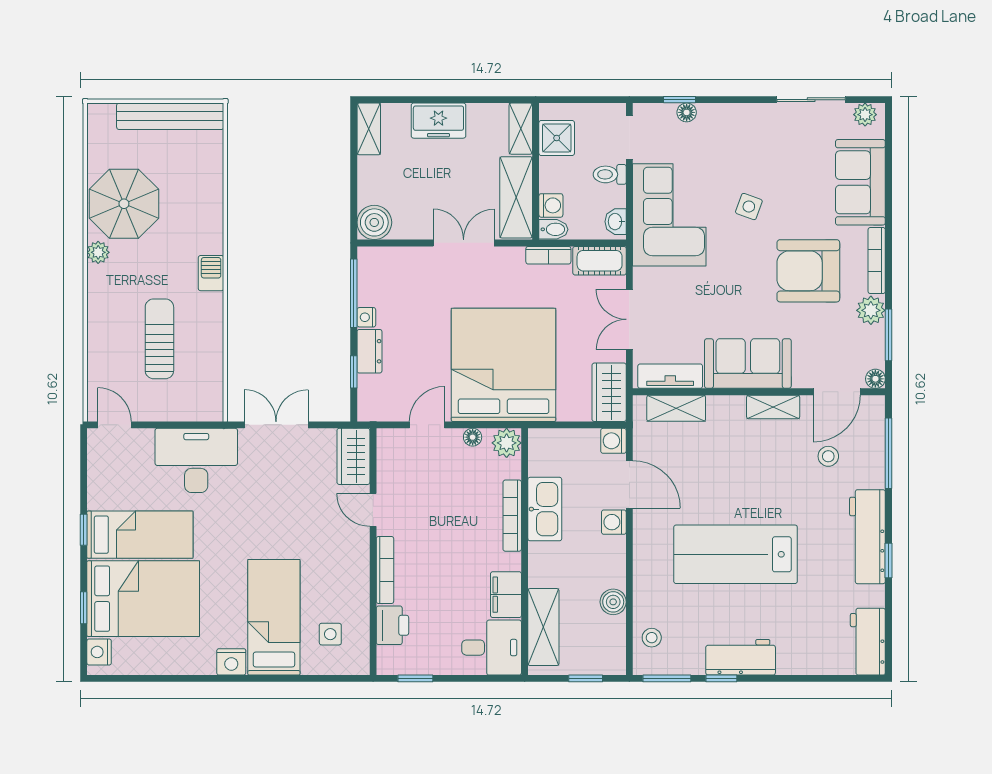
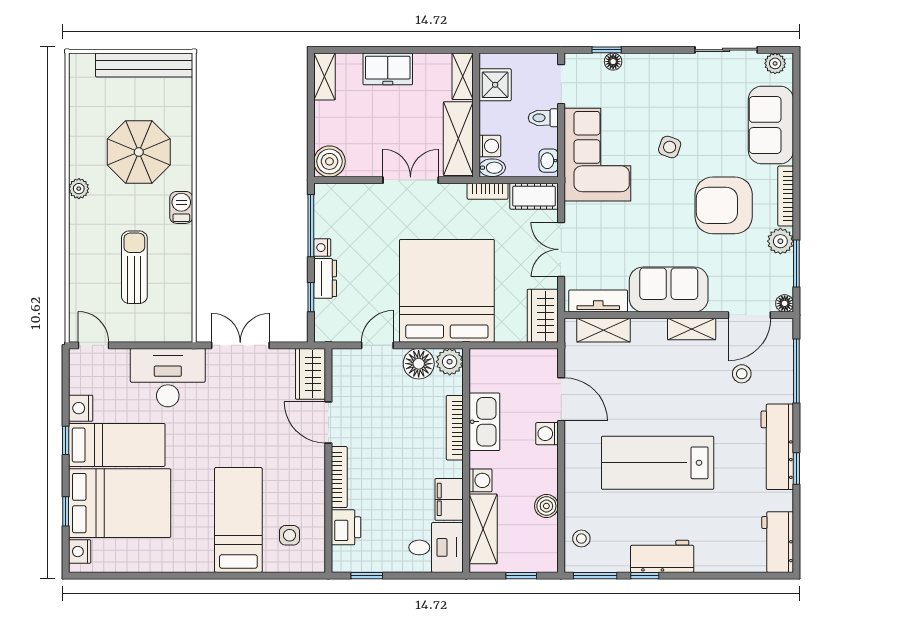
parasol: (124, 204) -> (139, 152), moved
floor lamp: (473, 437) -> (419, 364), width x1.89, depth x1.89
washing machine: (613, 441) -> (481, 480), moved, turned 180
door: (373, 510) -> (328, 423), width x1.38
nightstand: (231, 662) -> (81, 408), moved, turned 90

